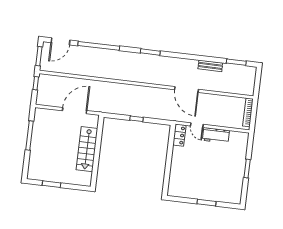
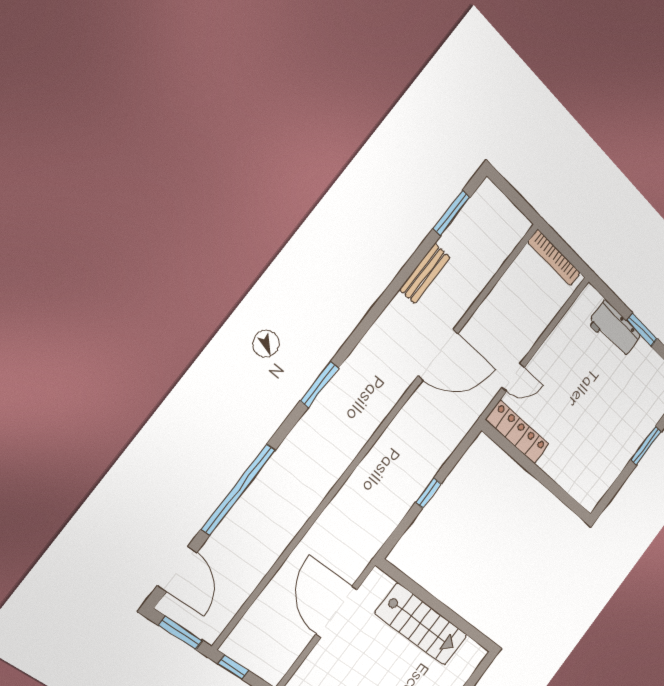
locker: (179, 135) -> (517, 432), width x1.53
workbench: (216, 135) -> (614, 329), moved, turned 90

